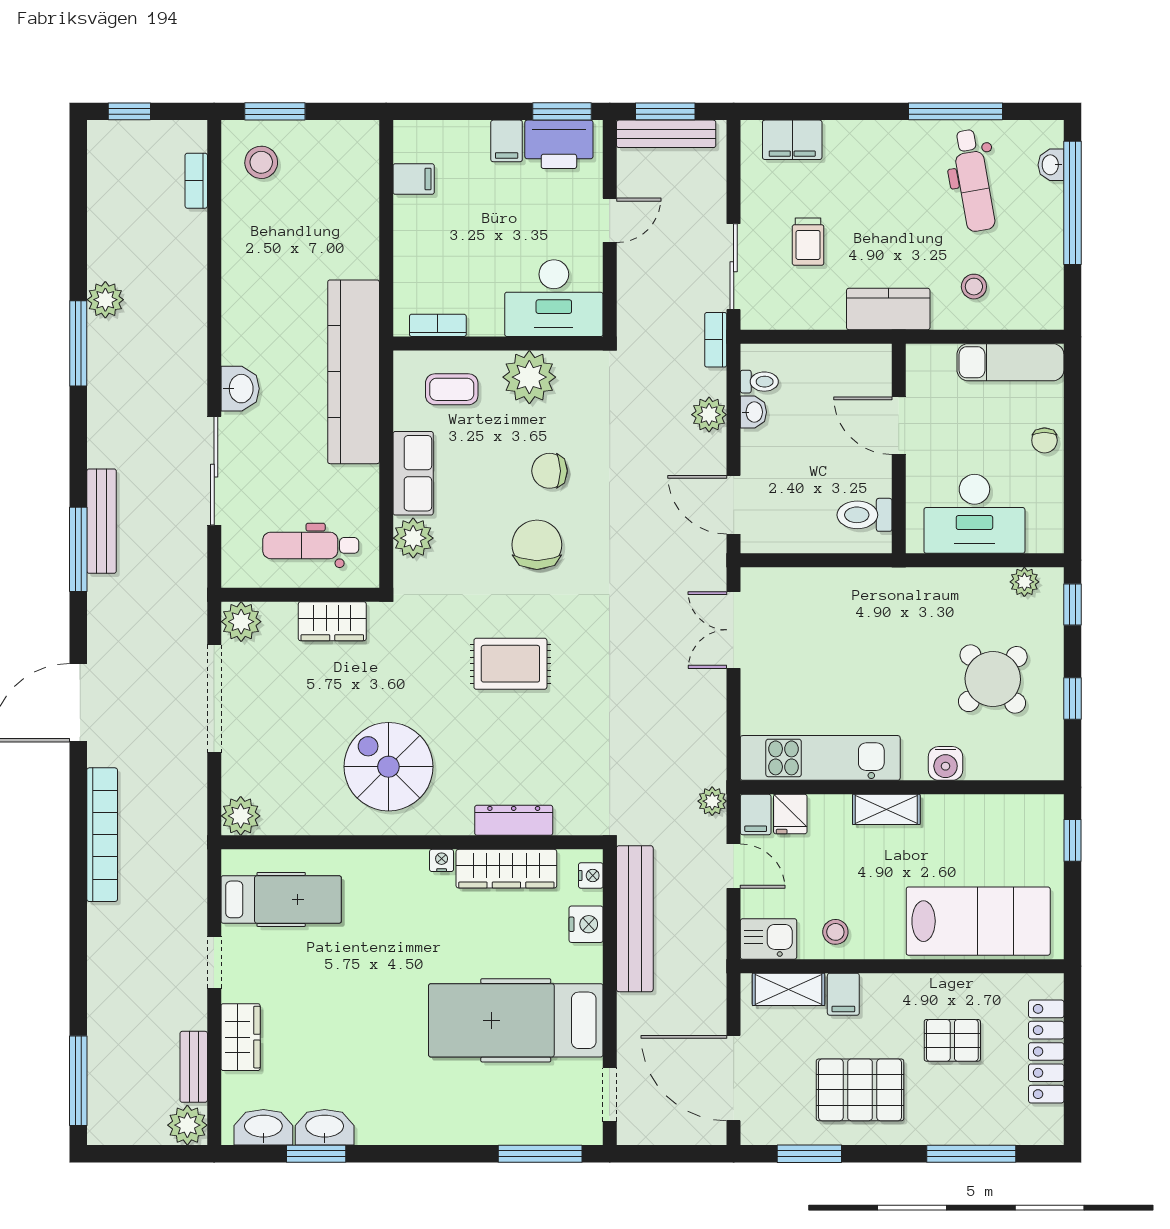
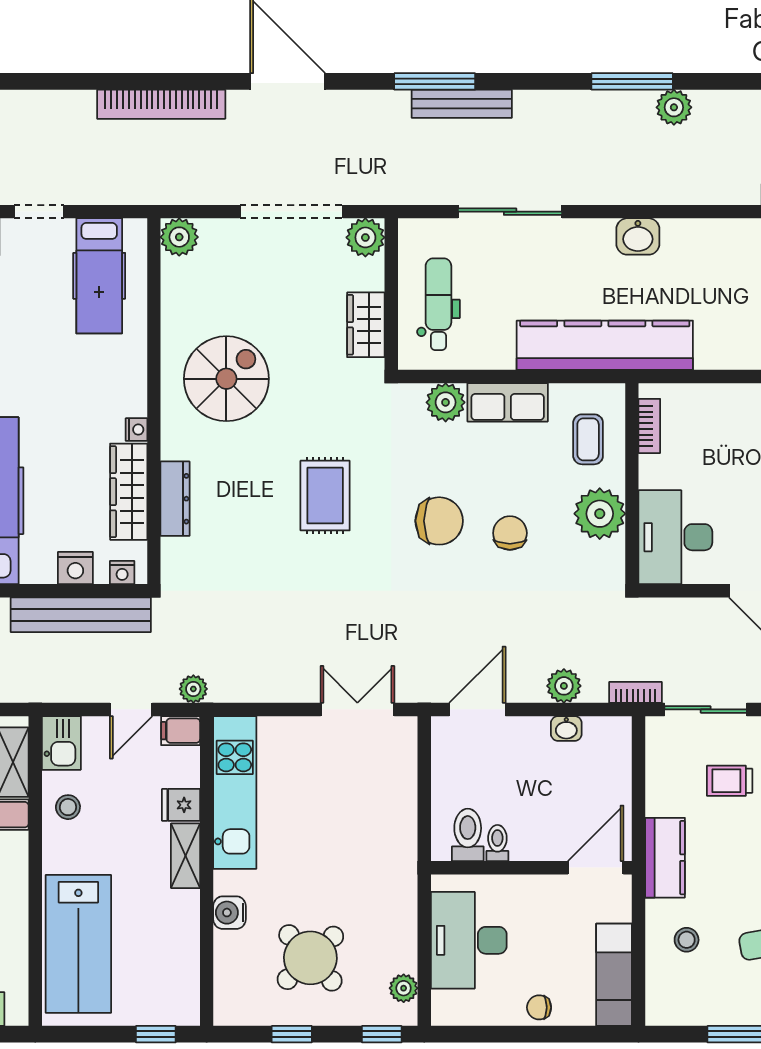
toilet: (759, 382) -> (497, 843), moved, turned 180
washbasin: (240, 389) -> (638, 236), moved
door: (899, 426) -> (596, 868), moved
fridge: (790, 814) -> (181, 805), moved

